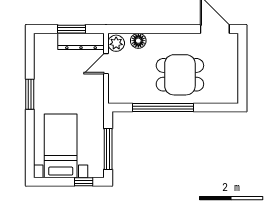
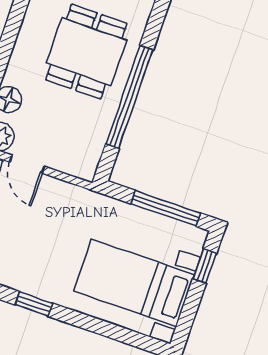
window: (30, 94) -> (34, 304), width x0.67

